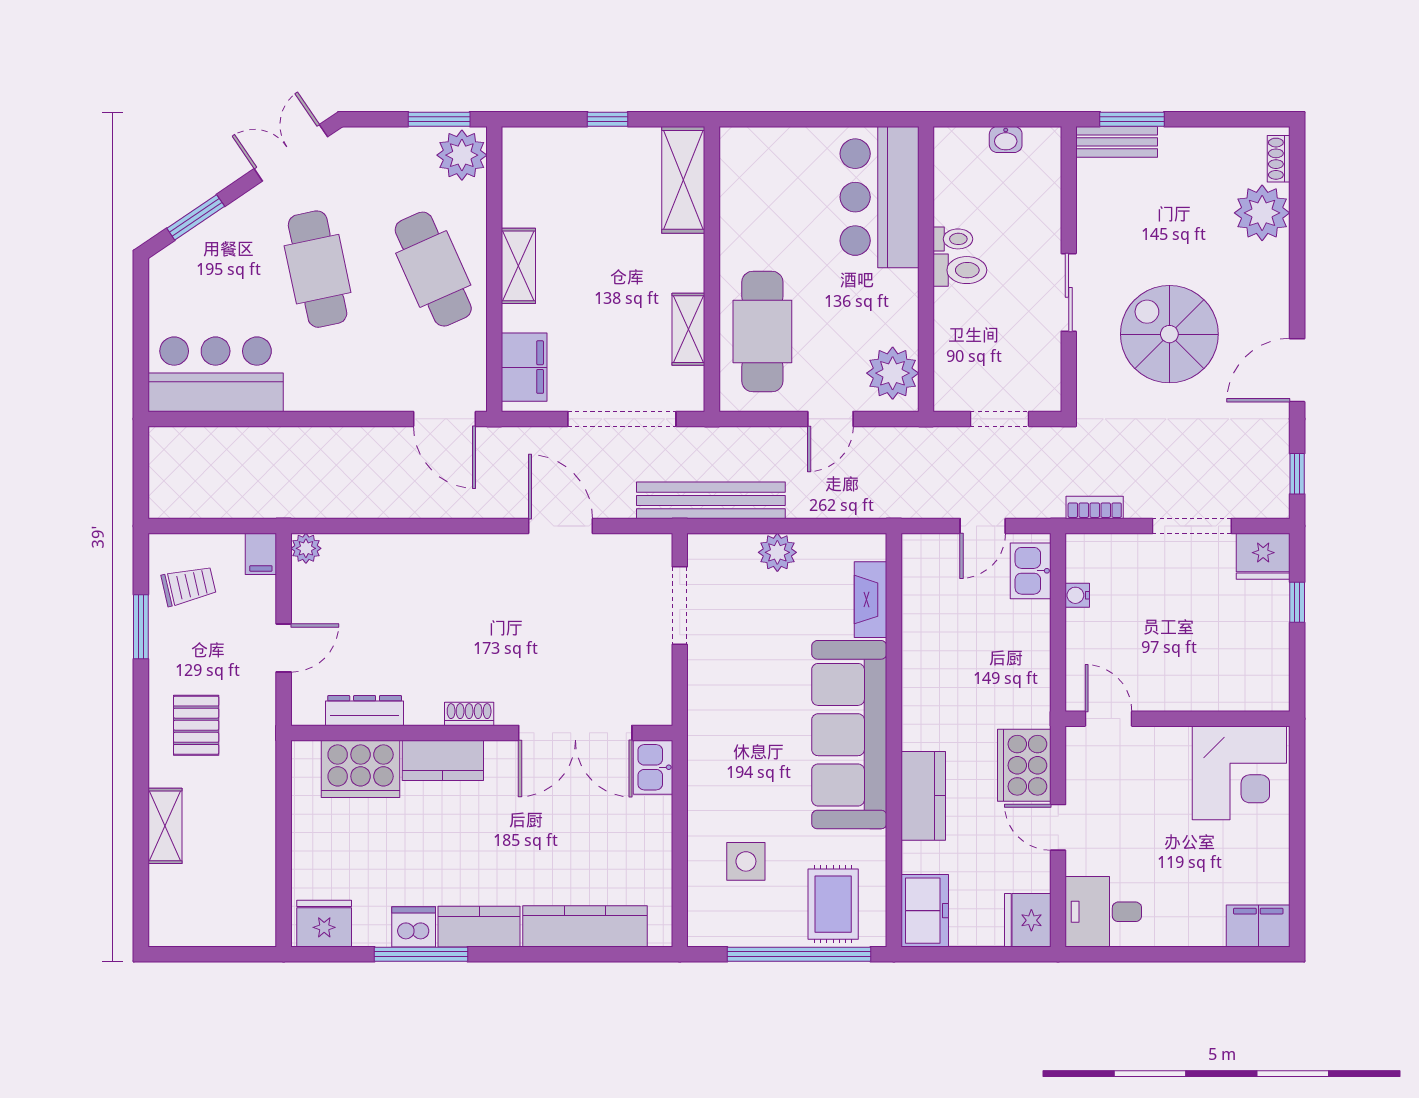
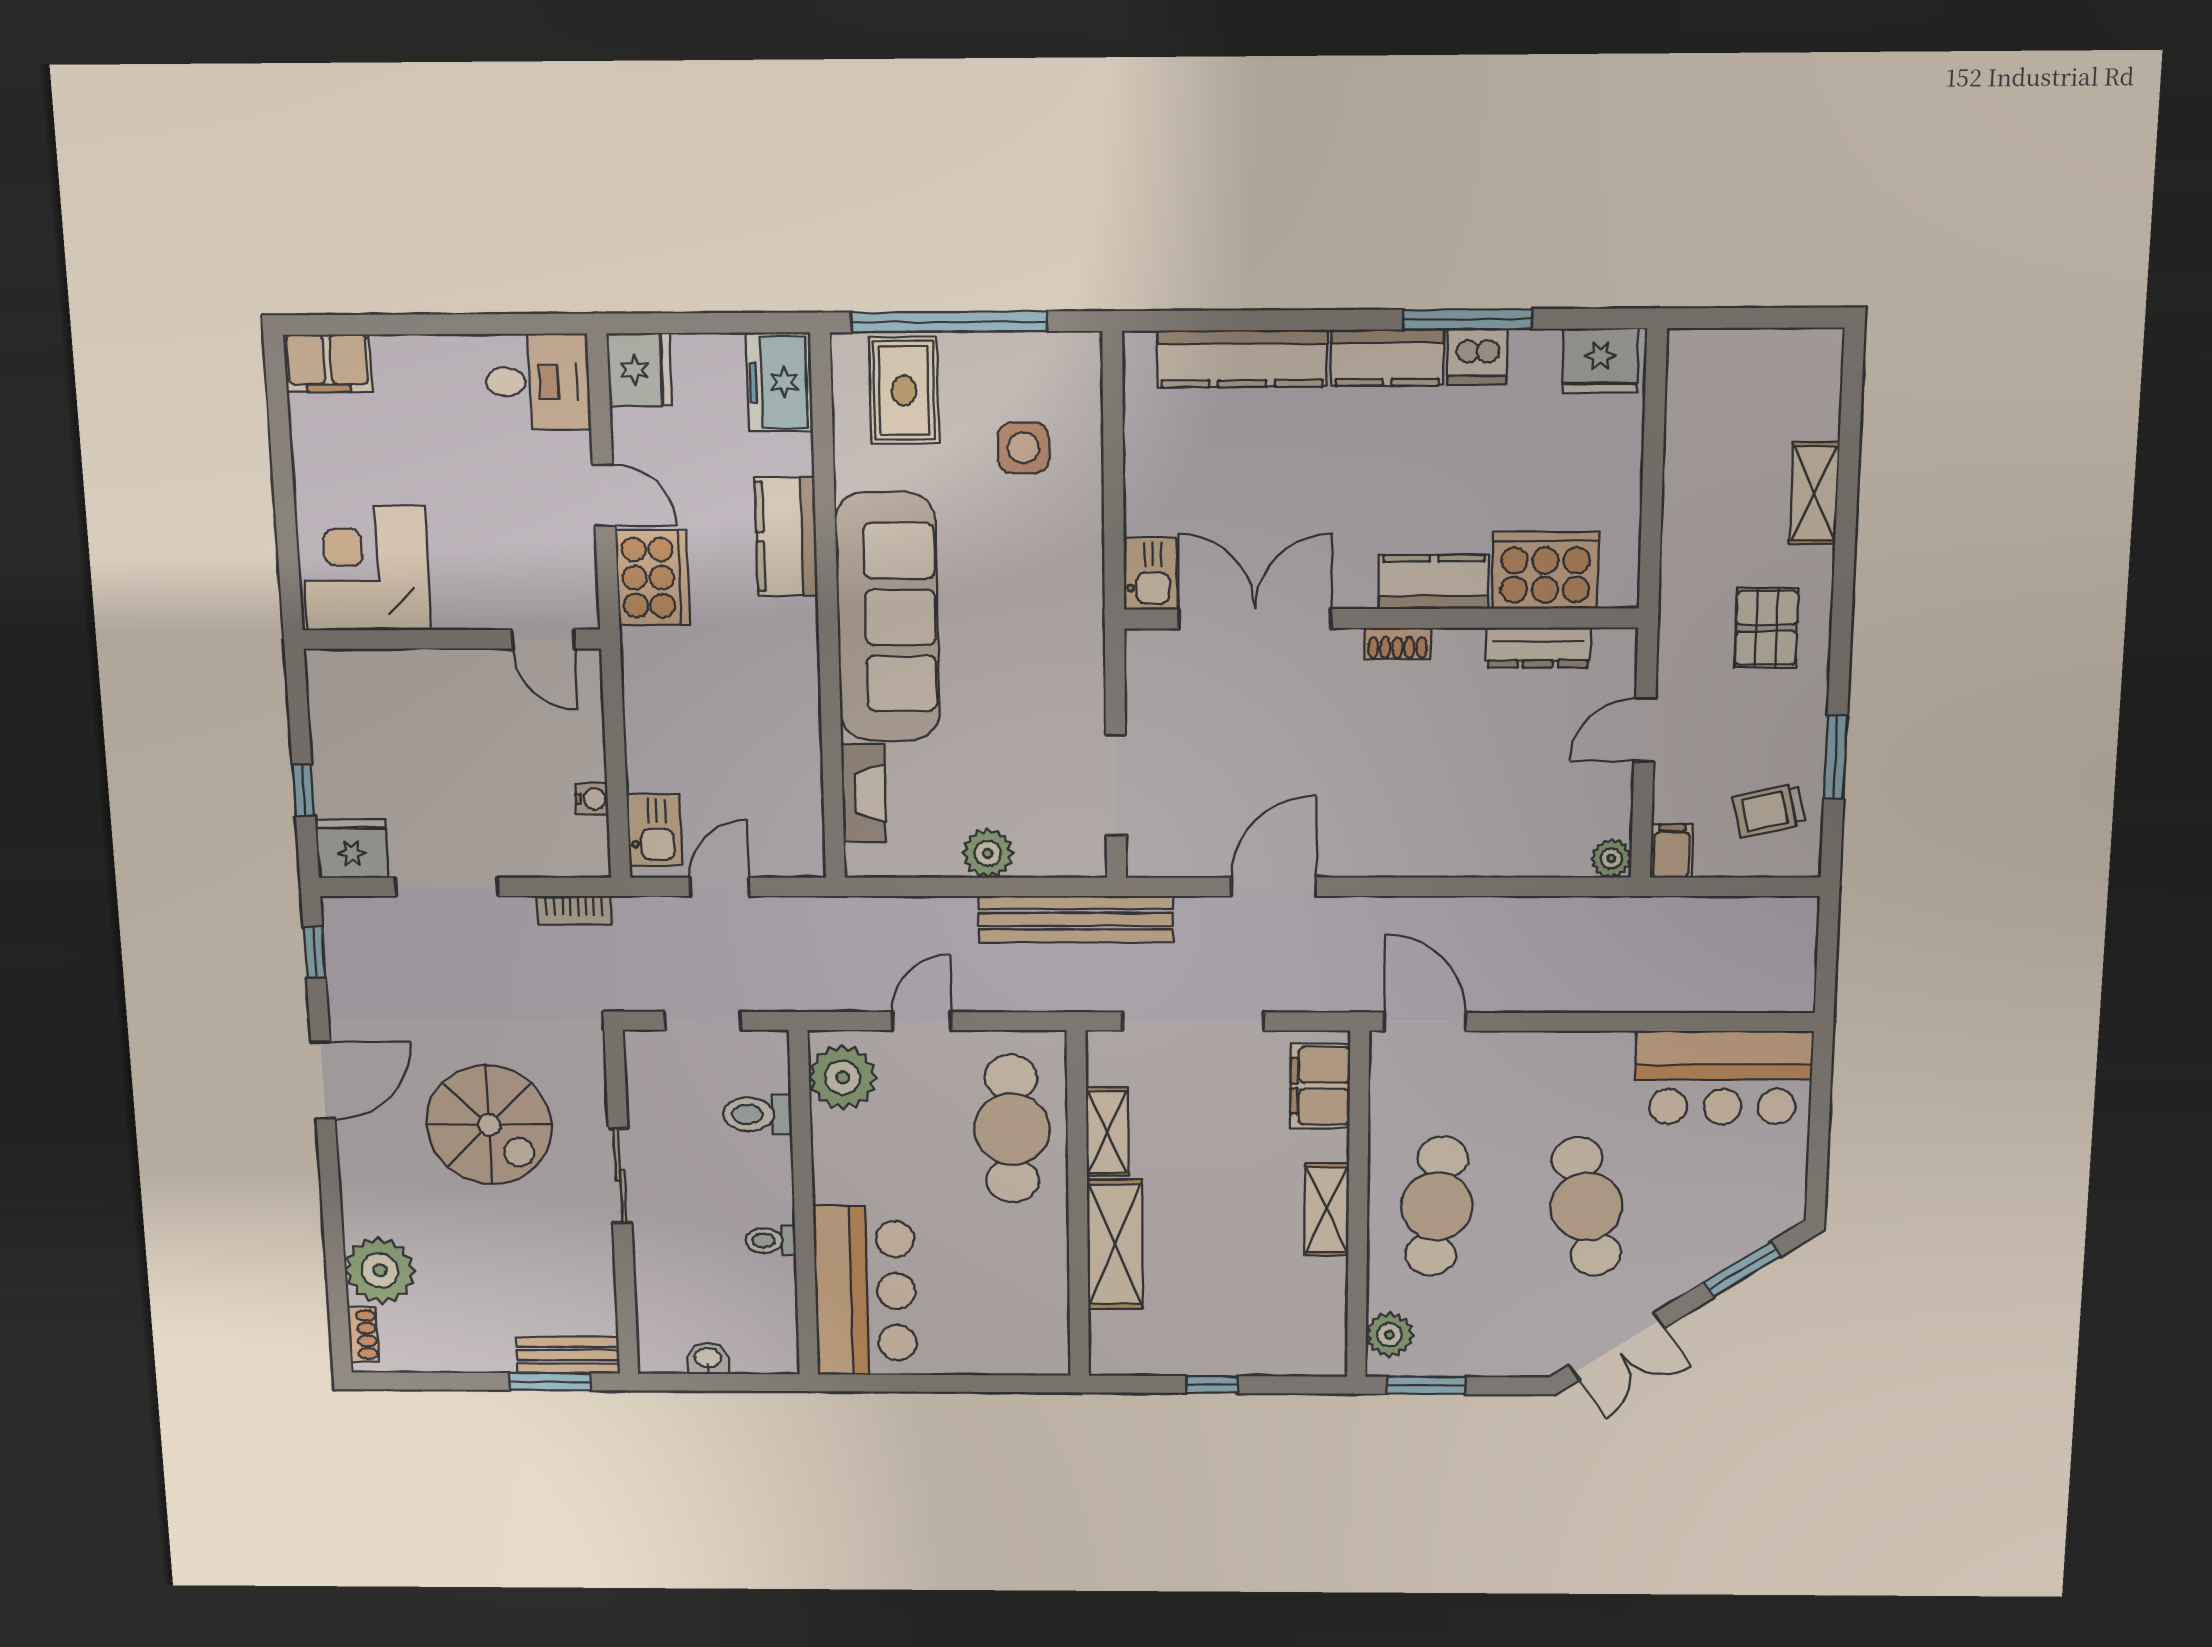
plant: (462, 155) -> (1389, 1335), width x0.73, depth x0.73
shelving: (683, 180) -> (1115, 1244), moved
cafe table: (433, 269) -> (1437, 1206), turned 30
toilet: (960, 270) -> (757, 1114), moved
door: (560, 526) -> (1274, 887), swing flipped

